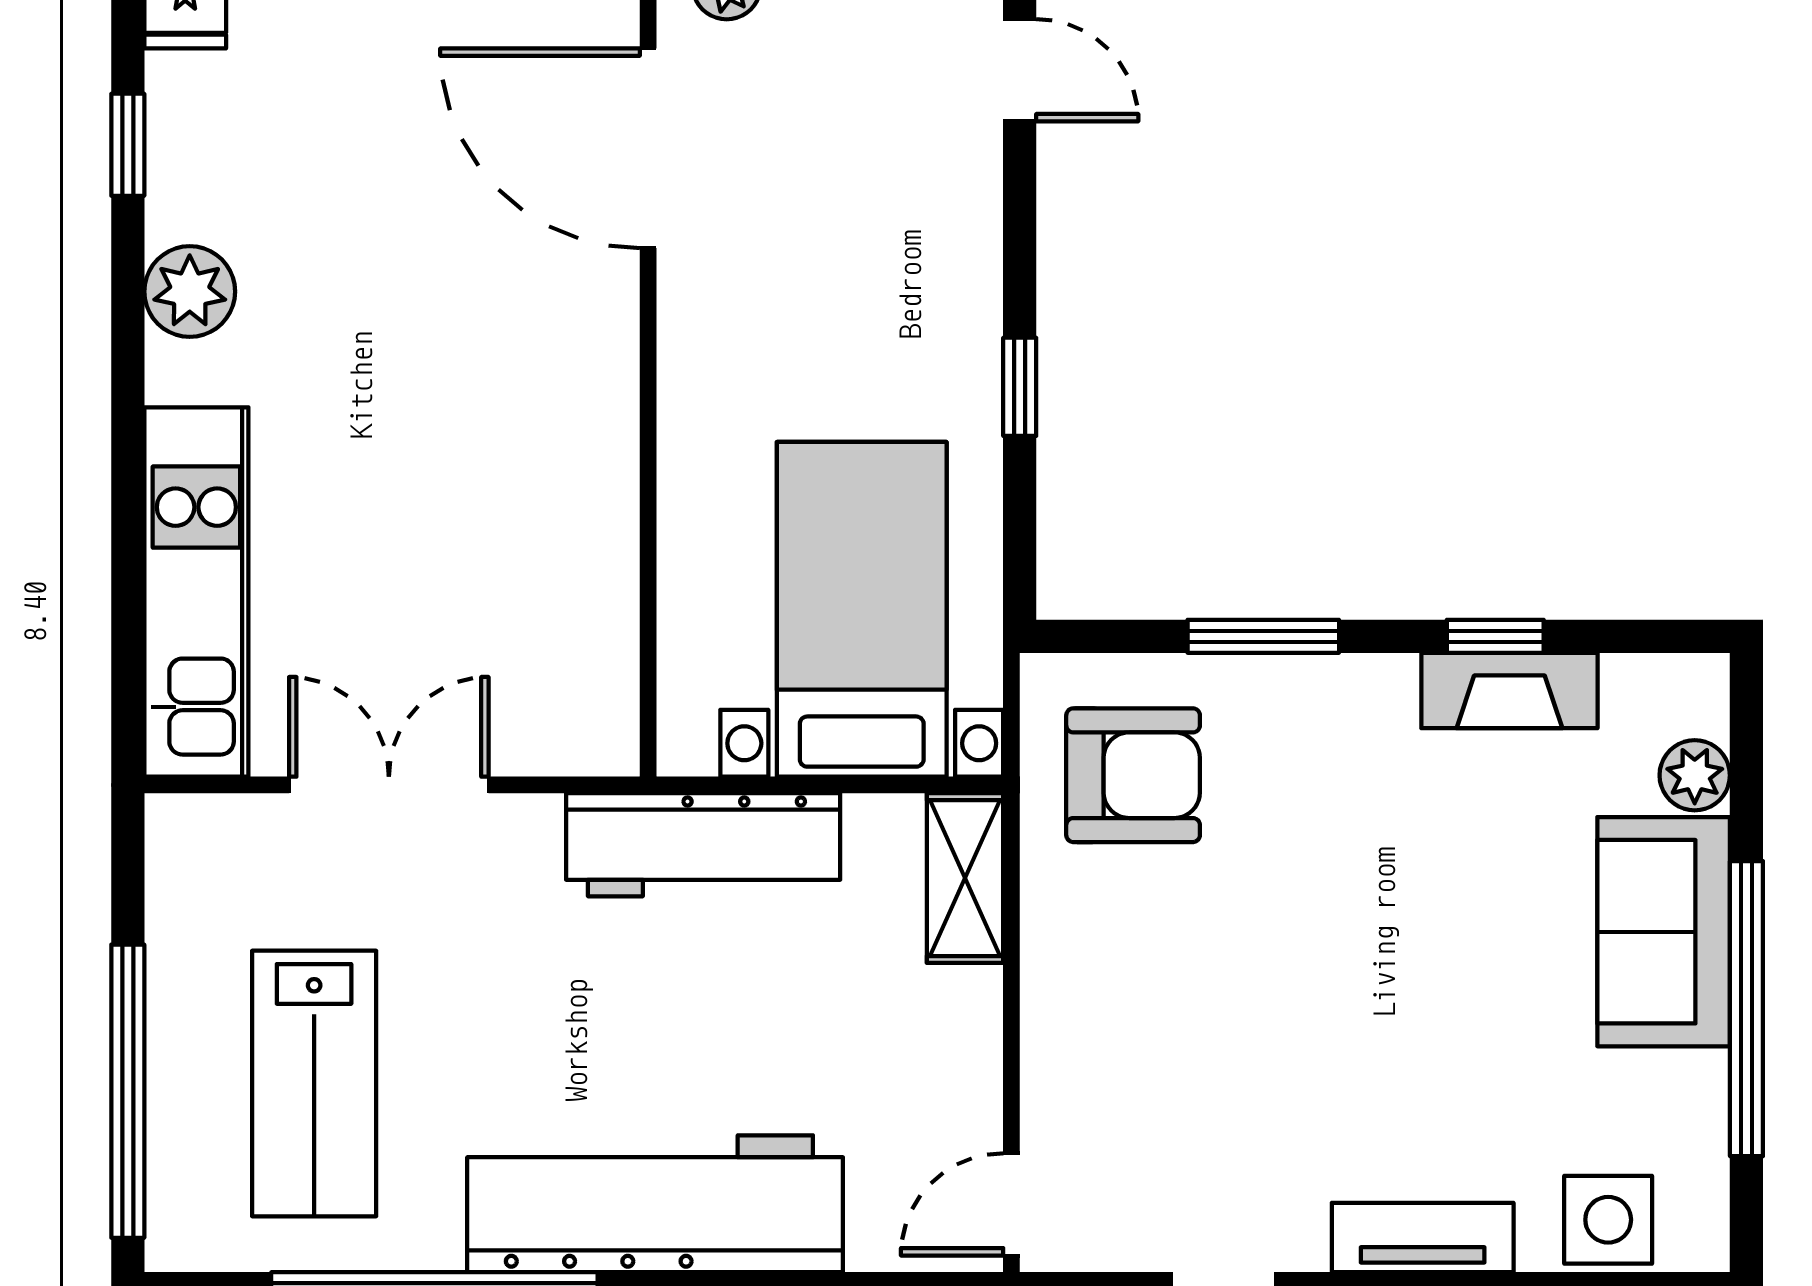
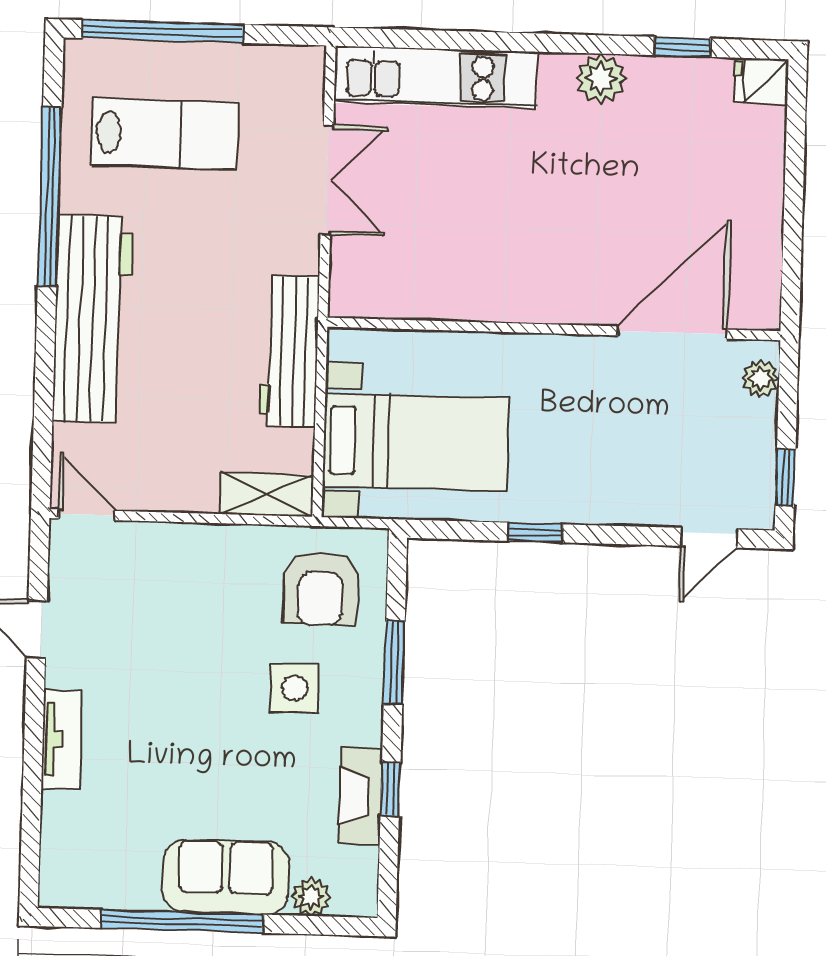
lab bench: (314, 1084) -> (164, 134), turned 180
side table: (1608, 1220) -> (295, 688), moved

